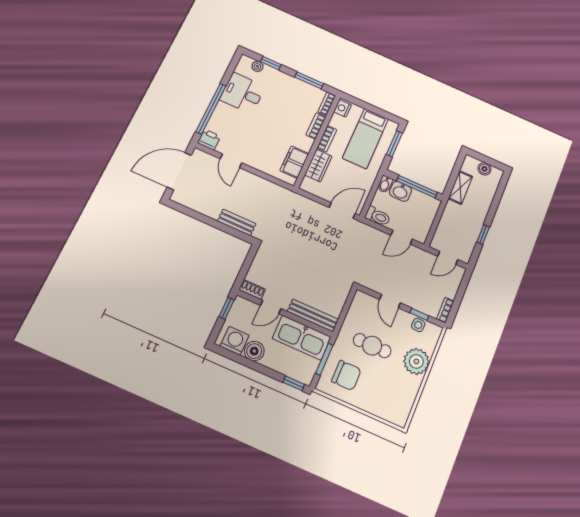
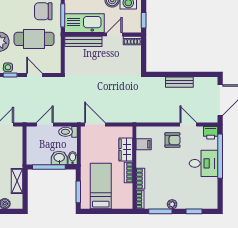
plant: (257, 66) -> (172, 204), moved
desk: (243, 93) -> (203, 163), moved
nightstand: (342, 108) -> (127, 201), removed
armchair: (258, 152) -> (172, 140), added
filing cabinet: (294, 162) -> (144, 144), width x0.50
door: (342, 211) -> (95, 124), swing flipped
bench: (237, 222) -> (179, 82), moved
cafe table: (372, 346) -> (34, 39), width x1.37, depth x1.35

